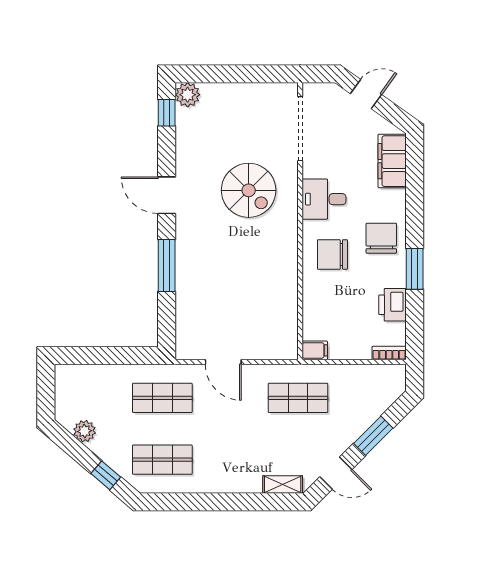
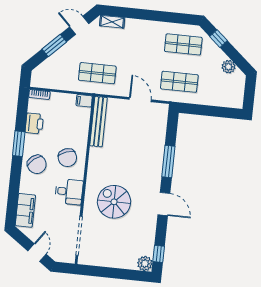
door: (366, 94) -> (37, 252), swing flipped
chair: (381, 238) -> (37, 164), turned -39
chair: (332, 254) -> (67, 158), turned 70
bench: (288, 319) -> (98, 122), added

